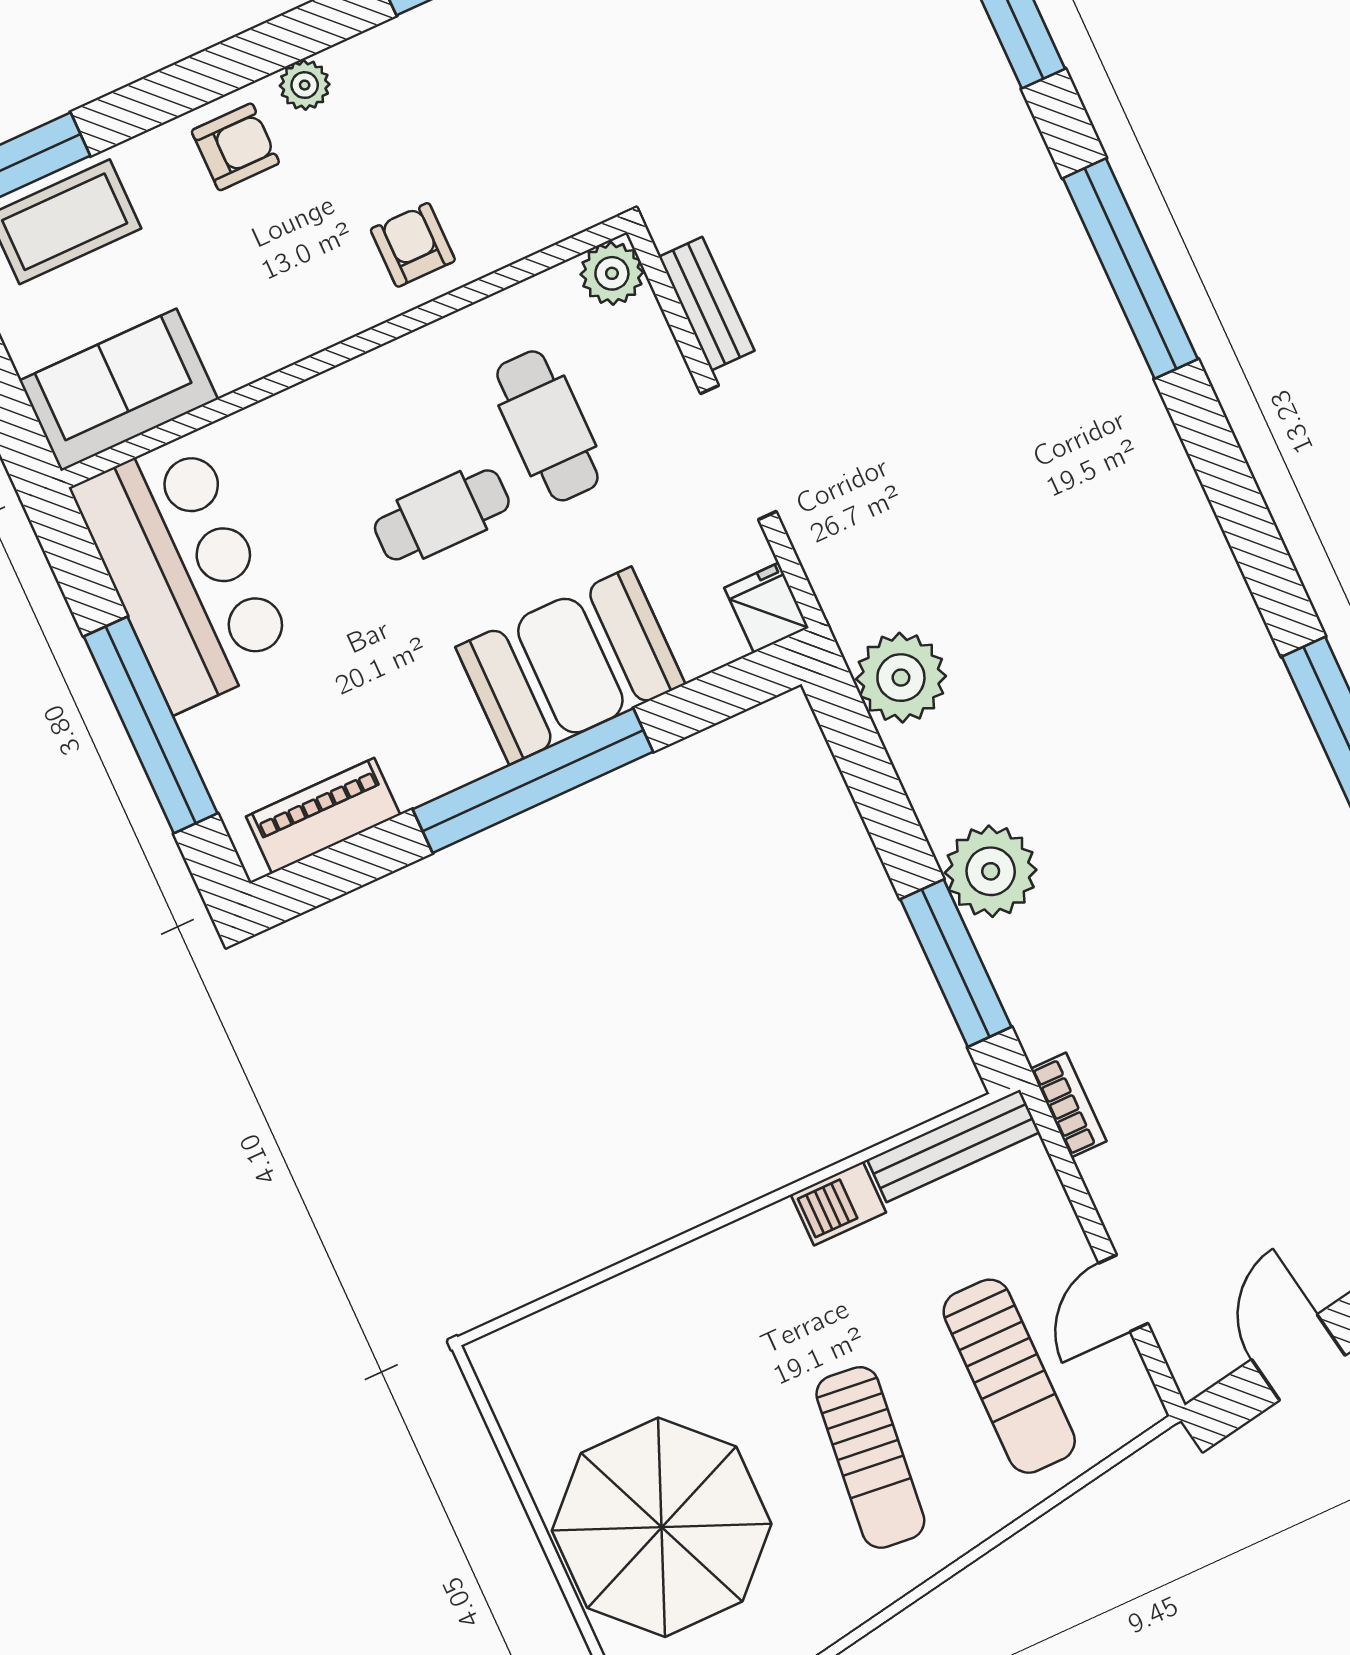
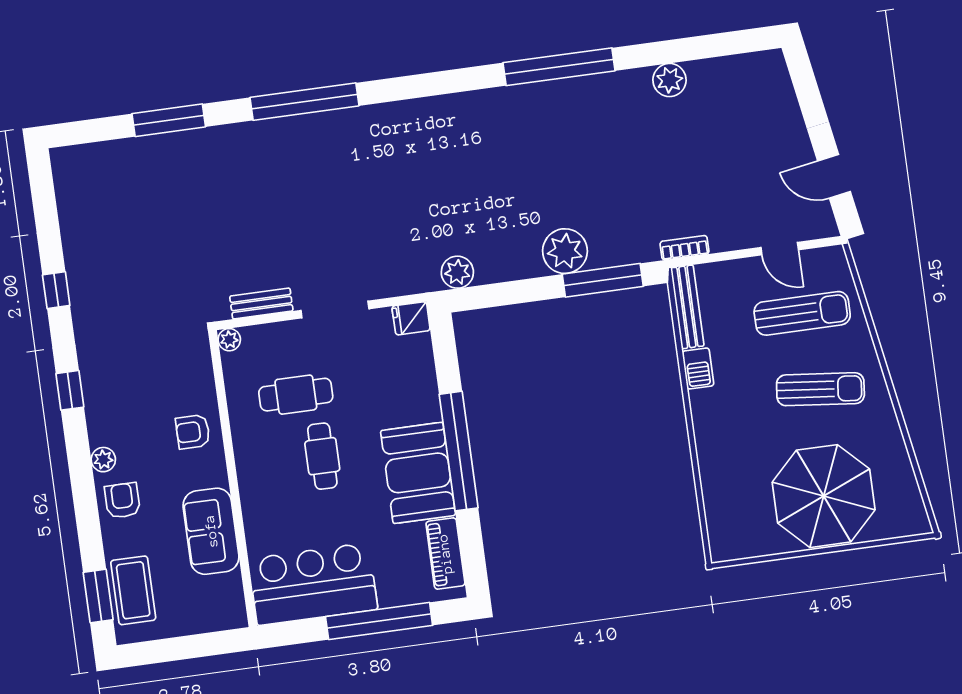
plant: (612, 273) -> (229, 340), width x0.73, depth x0.73
sofa: (119, 390) -> (211, 531), moved
booth: (570, 666) -> (418, 473), moved
plant: (901, 678) -> (457, 272), width x0.73, depth x0.73

